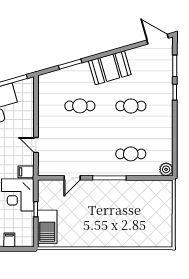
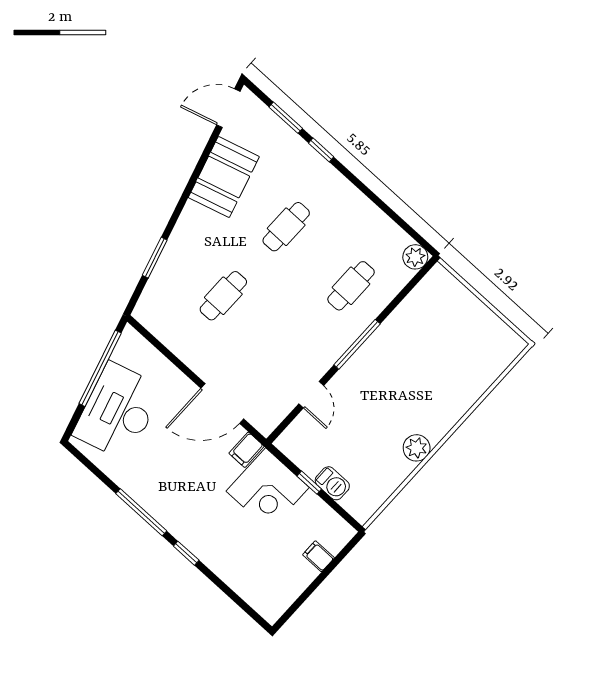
booth: (110, 68) -> (224, 177), moved
door: (36, 145) -> (222, 404), width x1.88
barbecue: (47, 227) -> (332, 483), width x0.53, depth x0.65
plant: (89, 240) -> (417, 448), added

